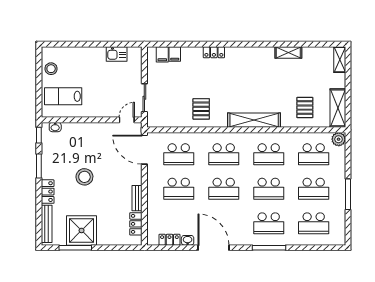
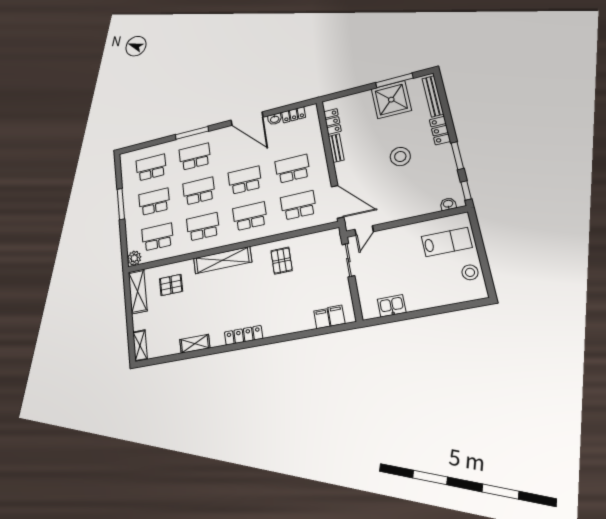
locker: (214, 52) -> (243, 335), moved, width x1.53
pallet: (305, 108) -> (171, 285), turned 90

